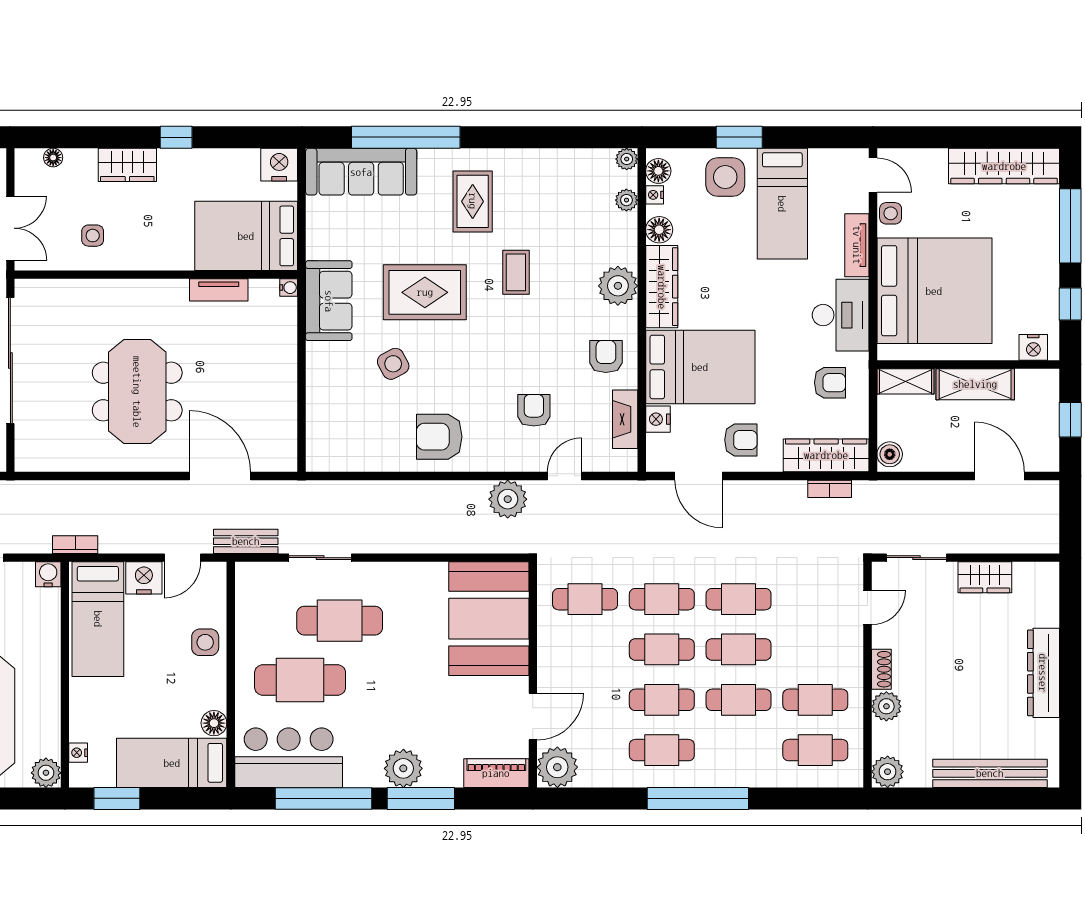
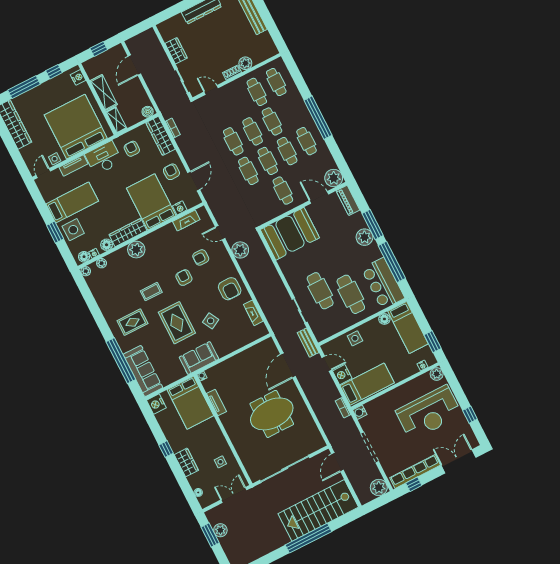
armchair: (606, 357) -> (184, 278), moved, turned 90
fireplace: (365, 460) -> (253, 313), added
cafe table: (585, 599) -> (283, 191), moved
plant: (888, 772) -> (270, 50), removed

